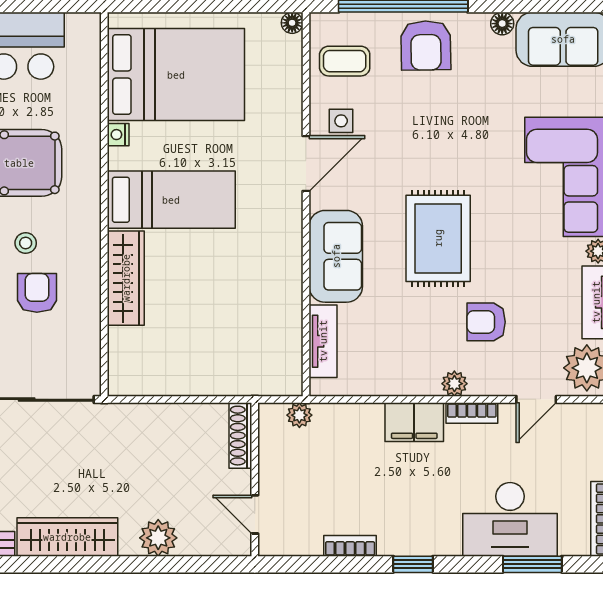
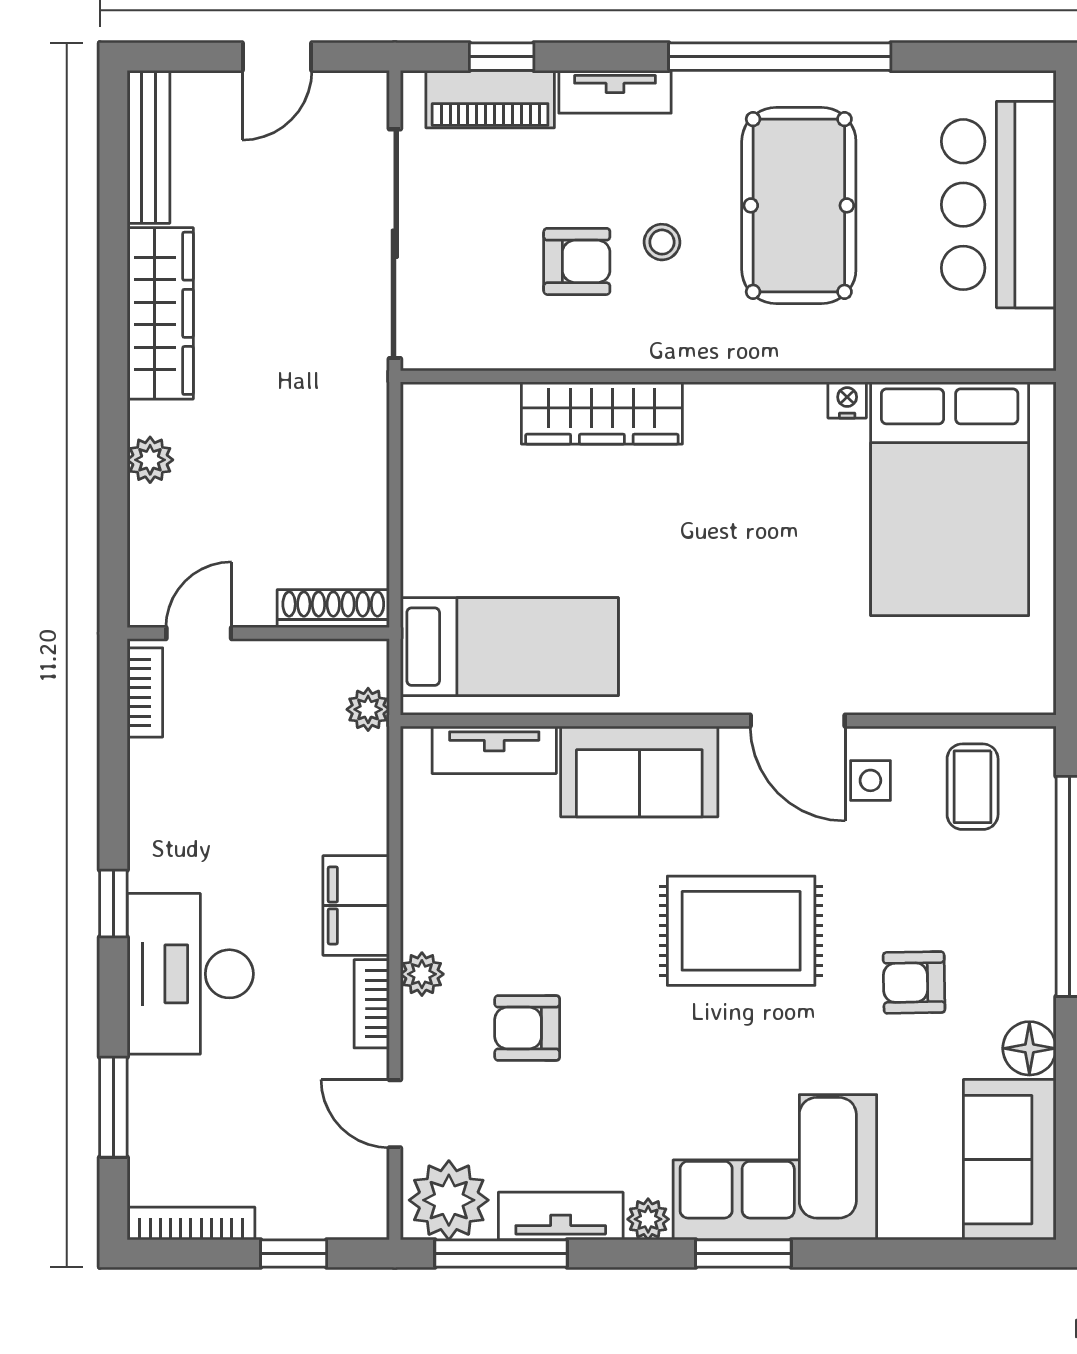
floor lamp: (292, 23) -> (1038, 697), removed
floor lamp: (502, 24) -> (1029, 1048), width x1.37, depth x1.37
armchair: (426, 45) -> (914, 982), moved, width x0.72, depth x0.72
bed: (171, 200) -> (509, 647), moved, turned -90
rug: (438, 238) -> (741, 931), moved
armchair: (486, 322) -> (527, 1028), turned -90
desk: (510, 519) -> (190, 974), moved
plant: (158, 538) -> (150, 460), width x0.73, depth x0.73
bookcase: (350, 546) -> (145, 692), moved

